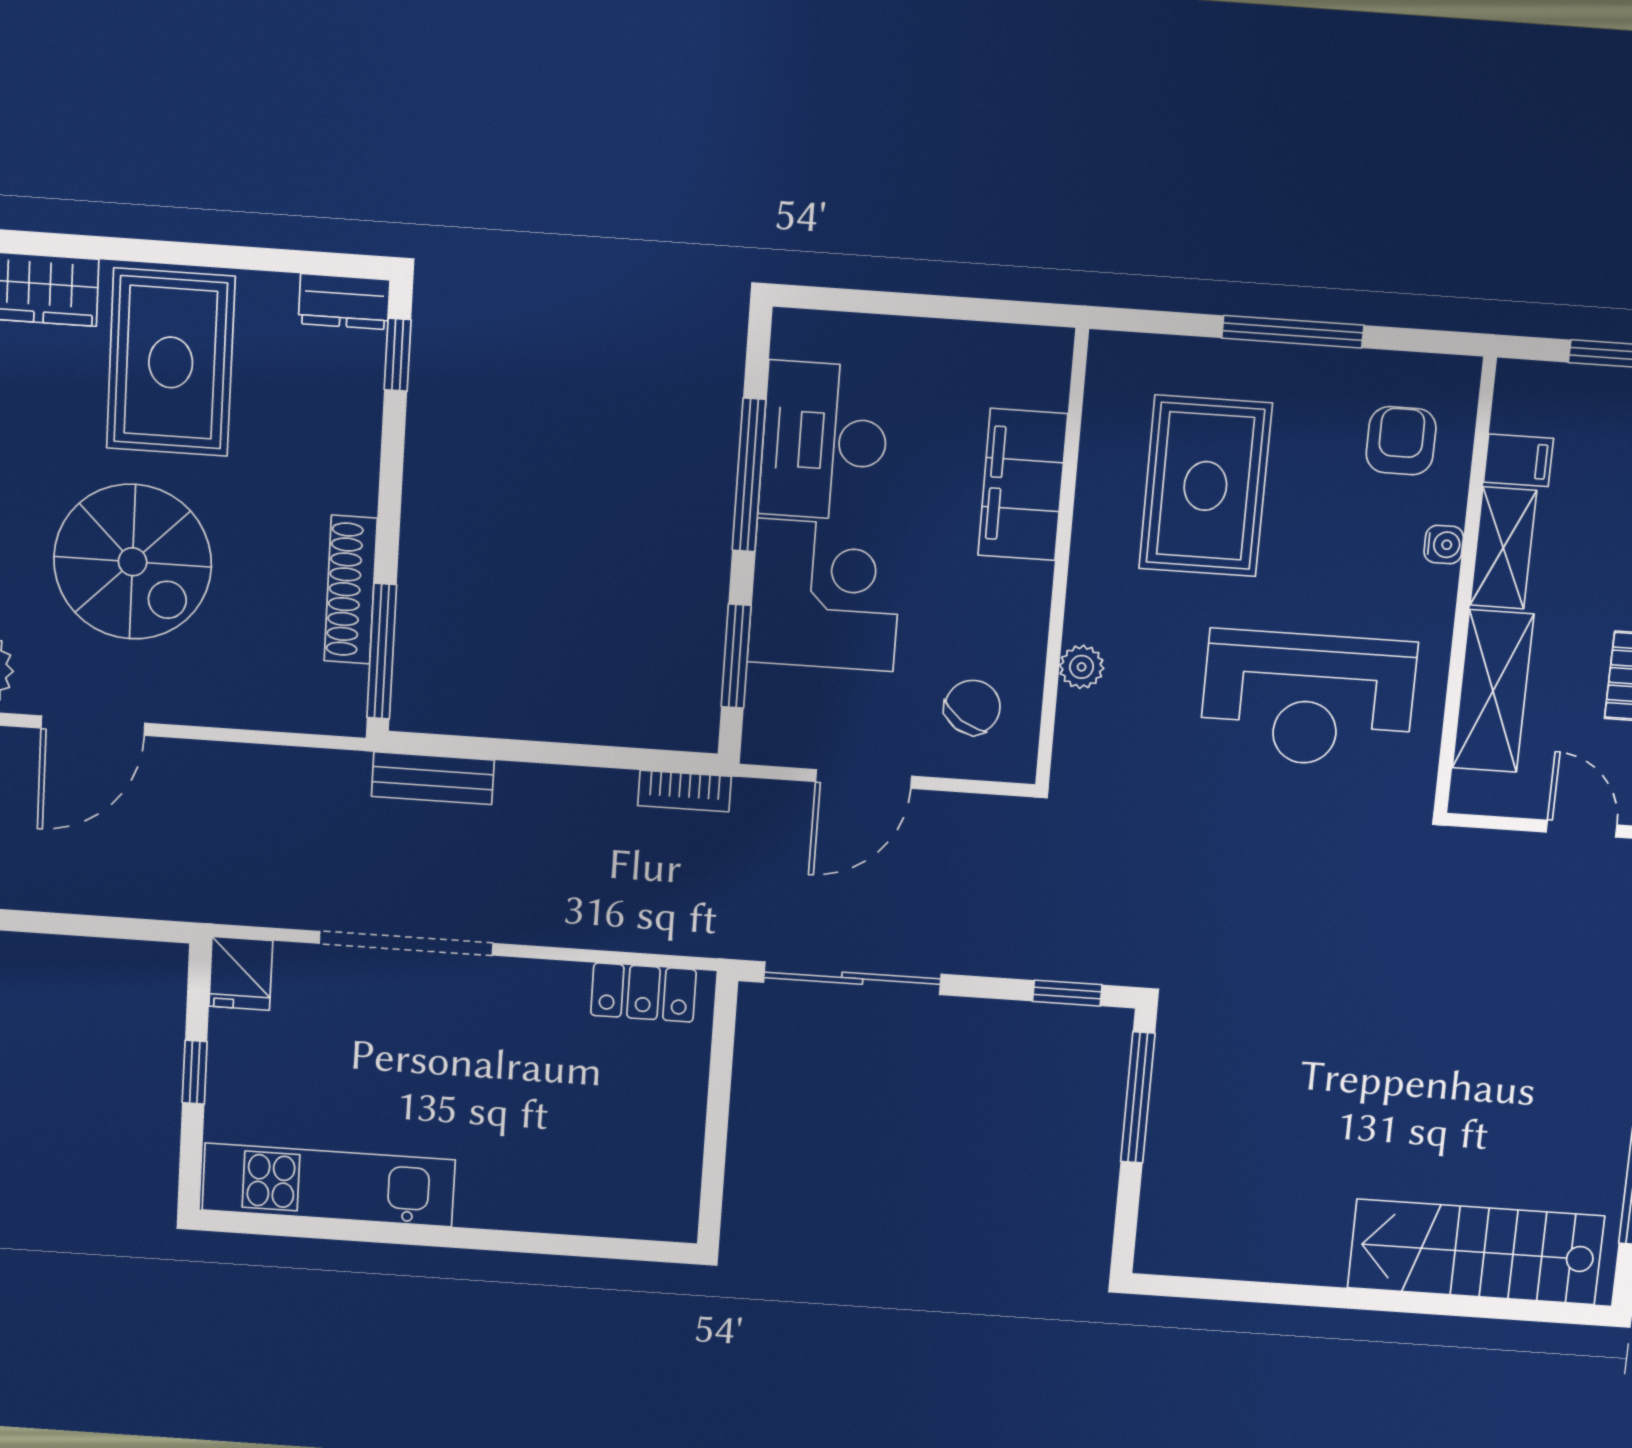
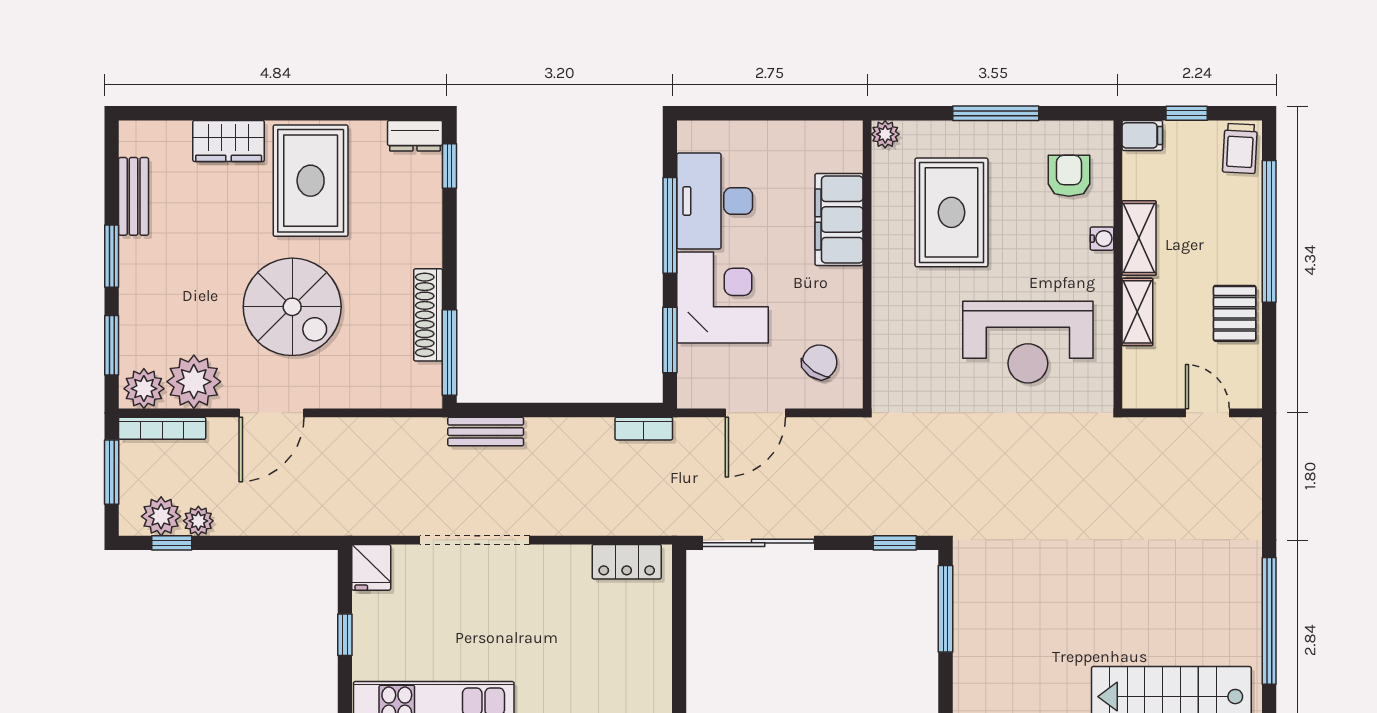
filing cabinet: (1518, 460) -> (1142, 135), moved
plant: (1082, 667) -> (885, 134), moved
shelving: (1493, 691) -> (1137, 312), width x0.67, depth x0.75

